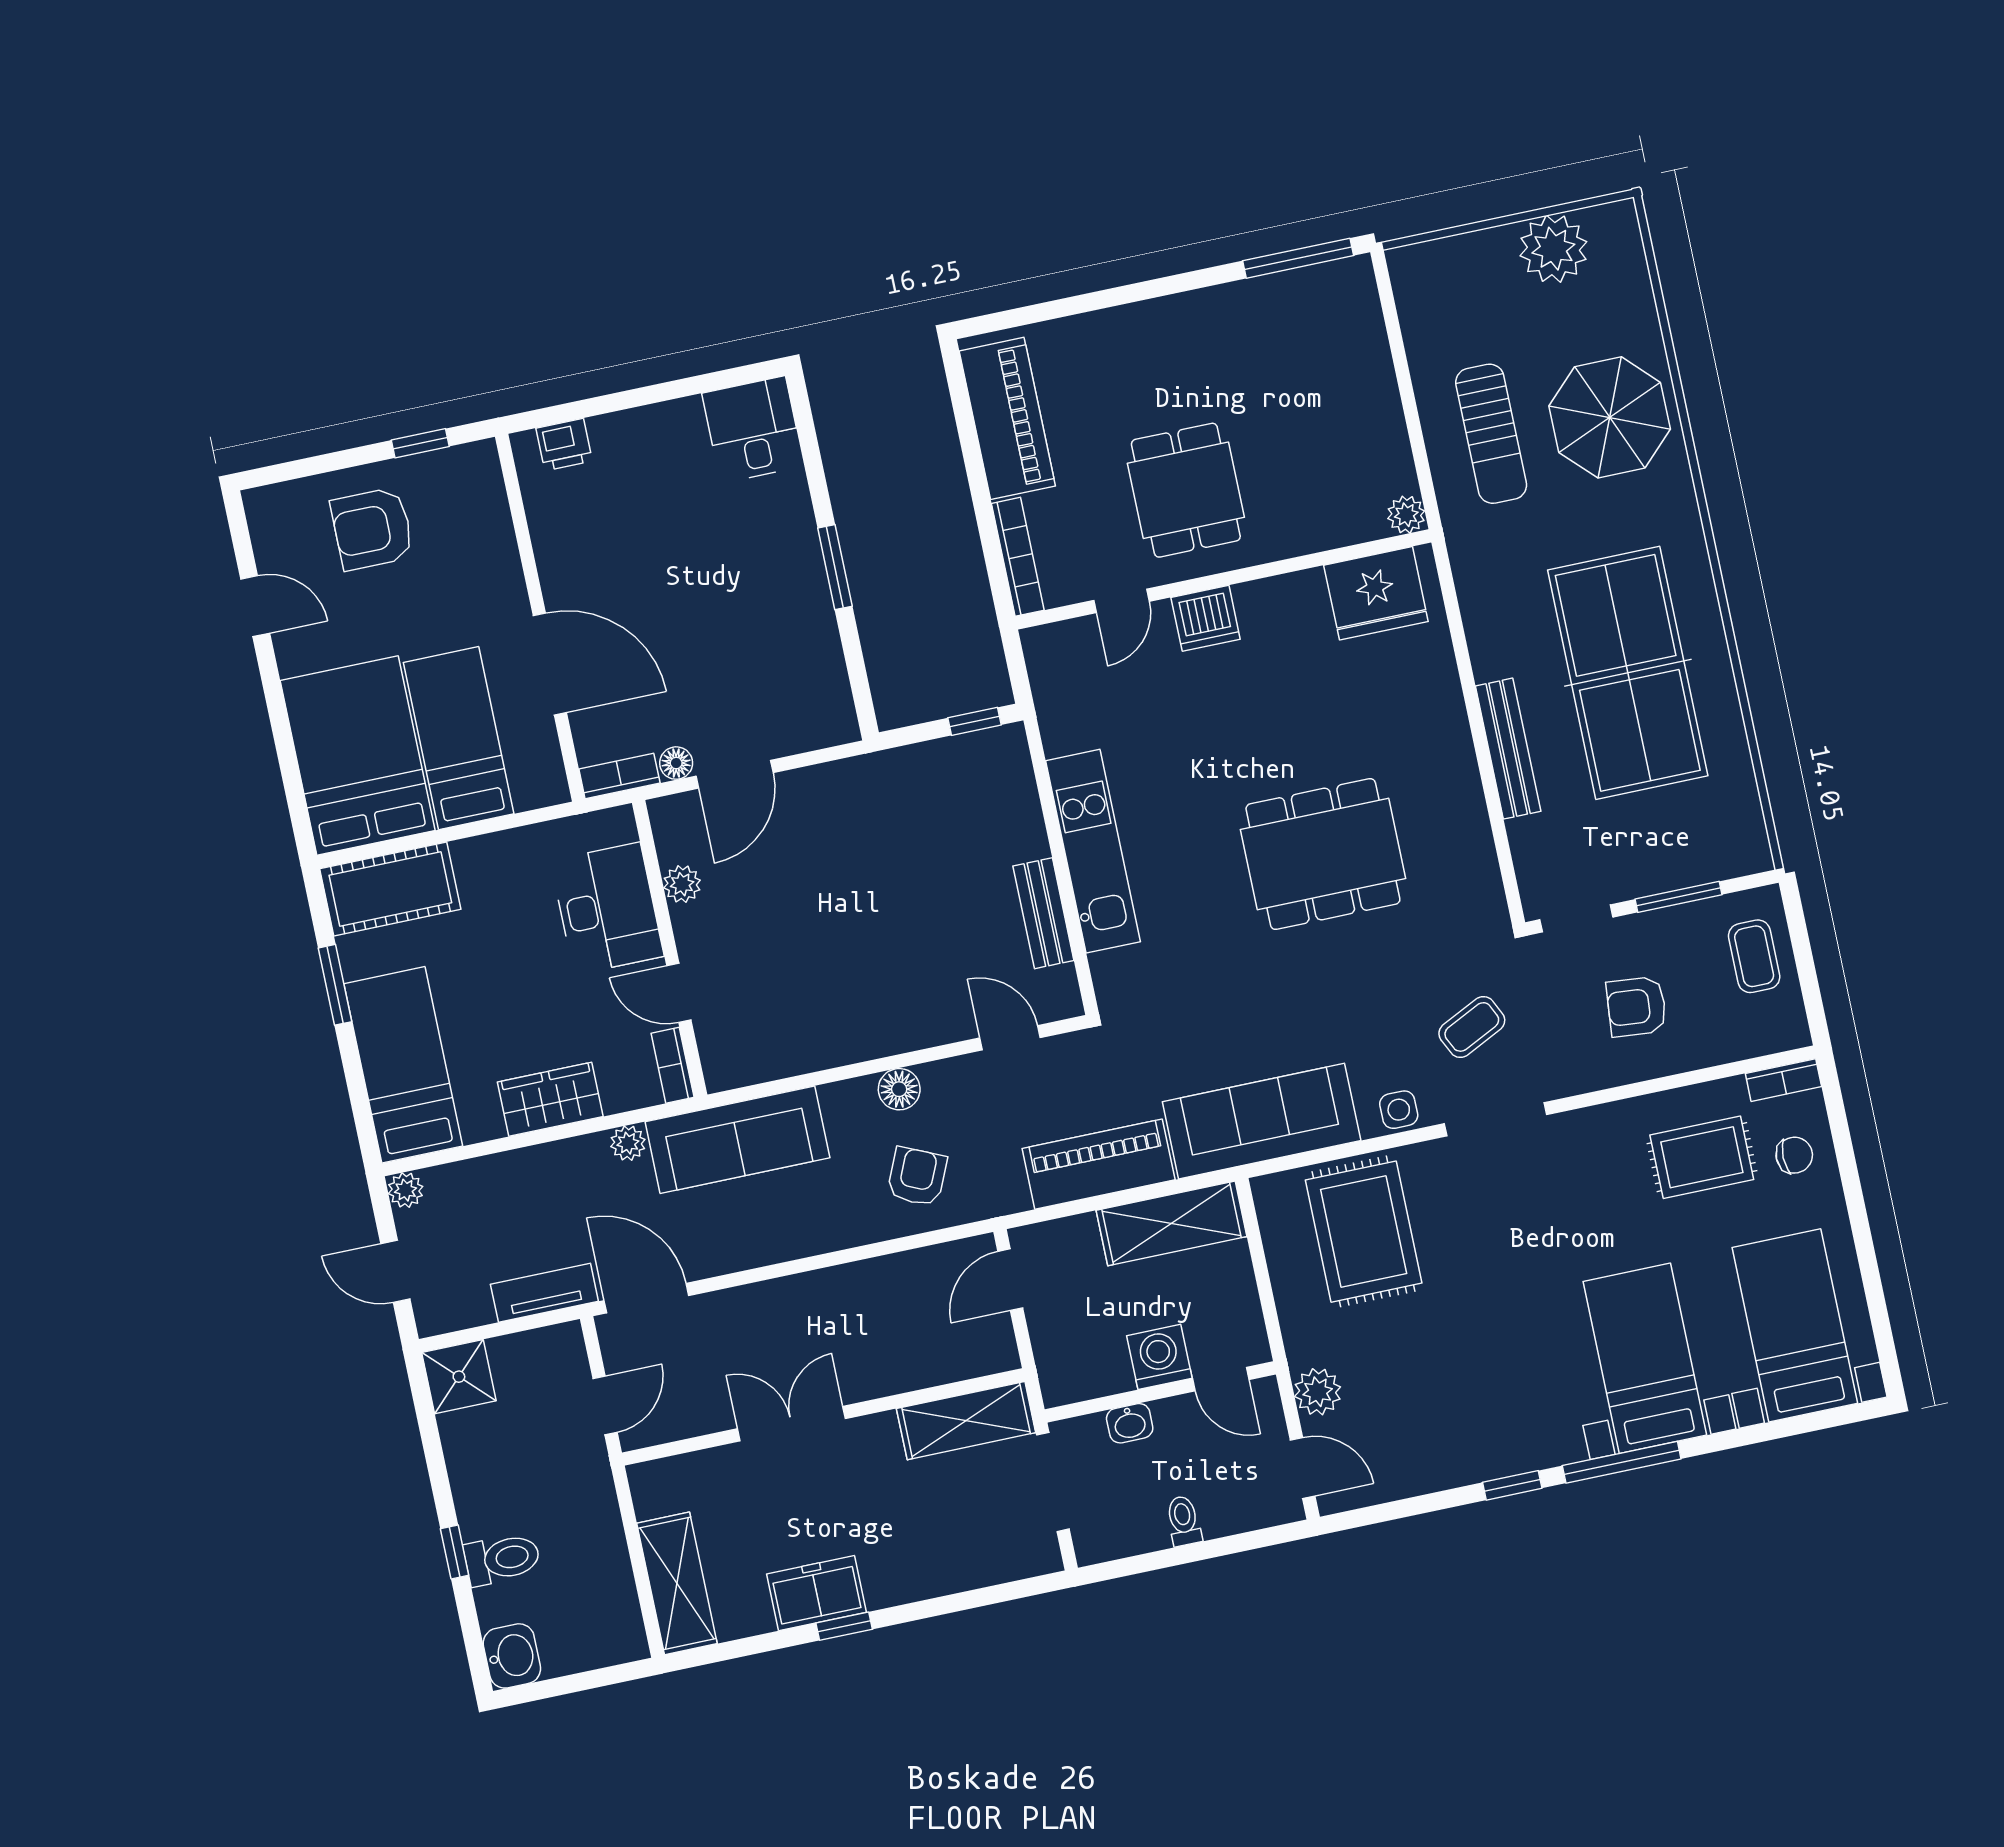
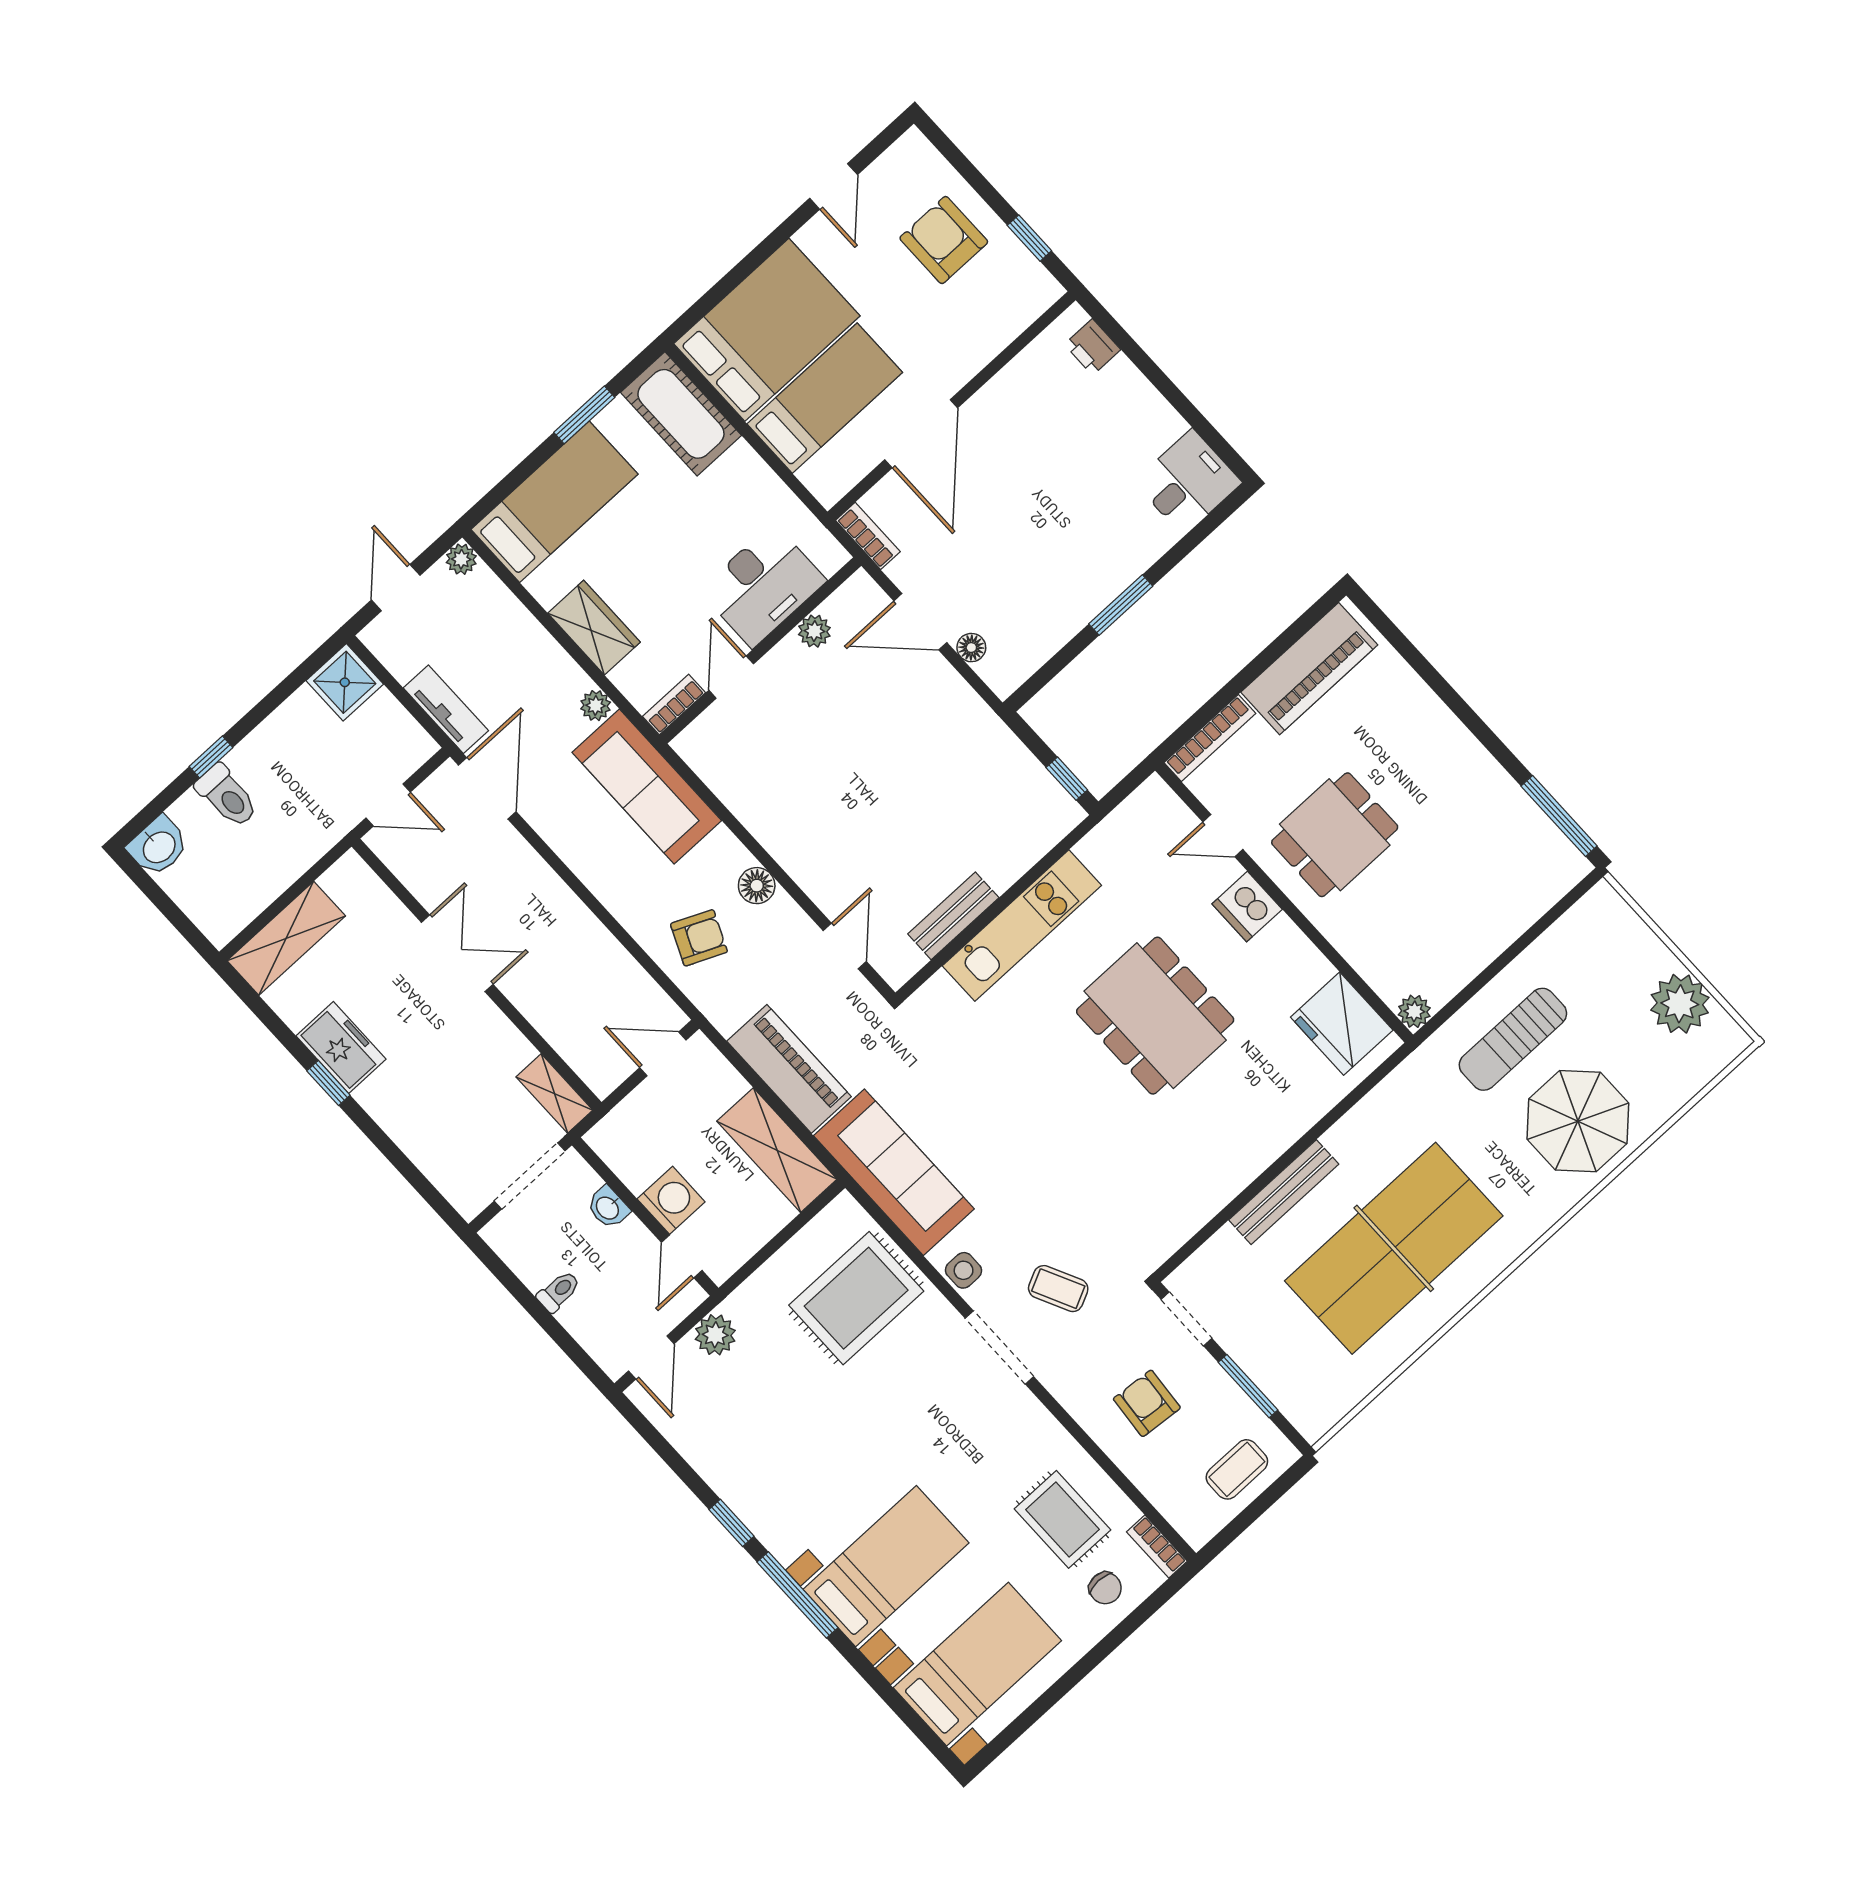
floor lamp: (676, 763) -> (971, 648), moved
dining table: (1323, 854) -> (1155, 1016), moved
shelving: (966, 1421) -> (554, 1093), width x0.67, depth x0.75

